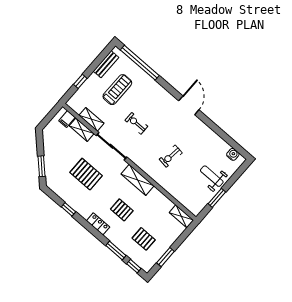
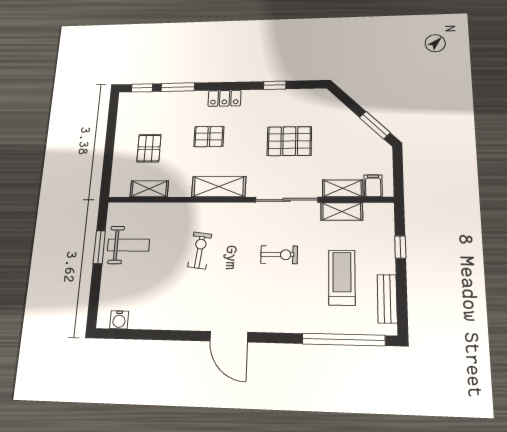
treadmill: (117, 90) -> (342, 278), turned 180
window: (41, 166) -> (375, 125), moved
weight bench: (212, 176) -> (128, 245), moved
shelving: (181, 216) -> (149, 189), moved
pallet: (144, 239) -> (149, 148), moved, turned 90
window: (165, 257) -> (111, 127), removed

